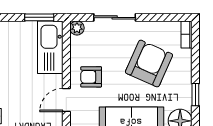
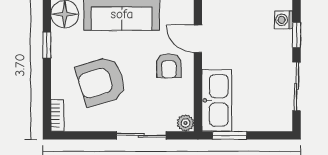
armchair: (149, 64) -> (101, 81), turned 49
armchair: (91, 77) -> (169, 66), turned 90
door: (66, 100) -> (198, 39), swing flipped

